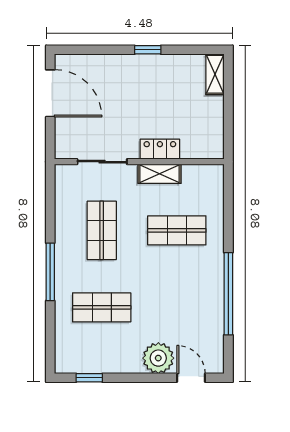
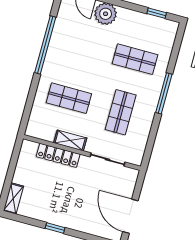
locker: (160, 149) -> (58, 155), width x1.53

